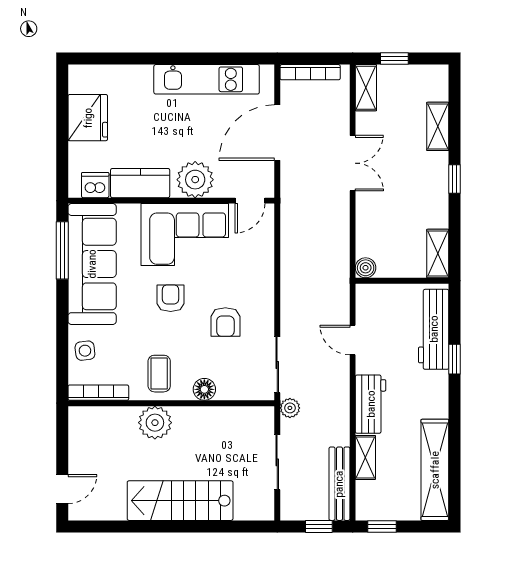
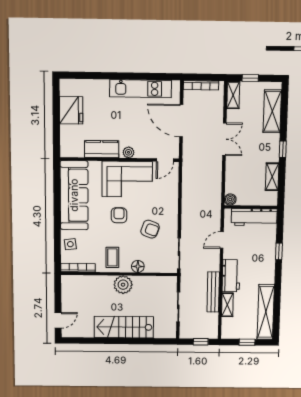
shelving: (438, 126) -> (272, 111), width x1.50, depth x1.33
door: (277, 133) -> (181, 121), hinge flipped
plant: (195, 180) -> (128, 152), width x0.53, depth x0.53
dishwasher: (95, 185) -> (76, 150), removed
window: (62, 250) -> (57, 187), removed
shelving: (438, 254) -> (272, 177), moved
armchair: (225, 322) -> (150, 229), turned -70
workbench: (434, 329) -> (254, 217), moved, turned -90
door: (353, 340) -> (222, 240), hinge flipped
plant: (290, 408) -> (186, 277), removed
plant: (155, 423) -> (123, 285), moved
bench: (339, 484) -> (213, 292), moved
window: (382, 526) -> (247, 342), moved

